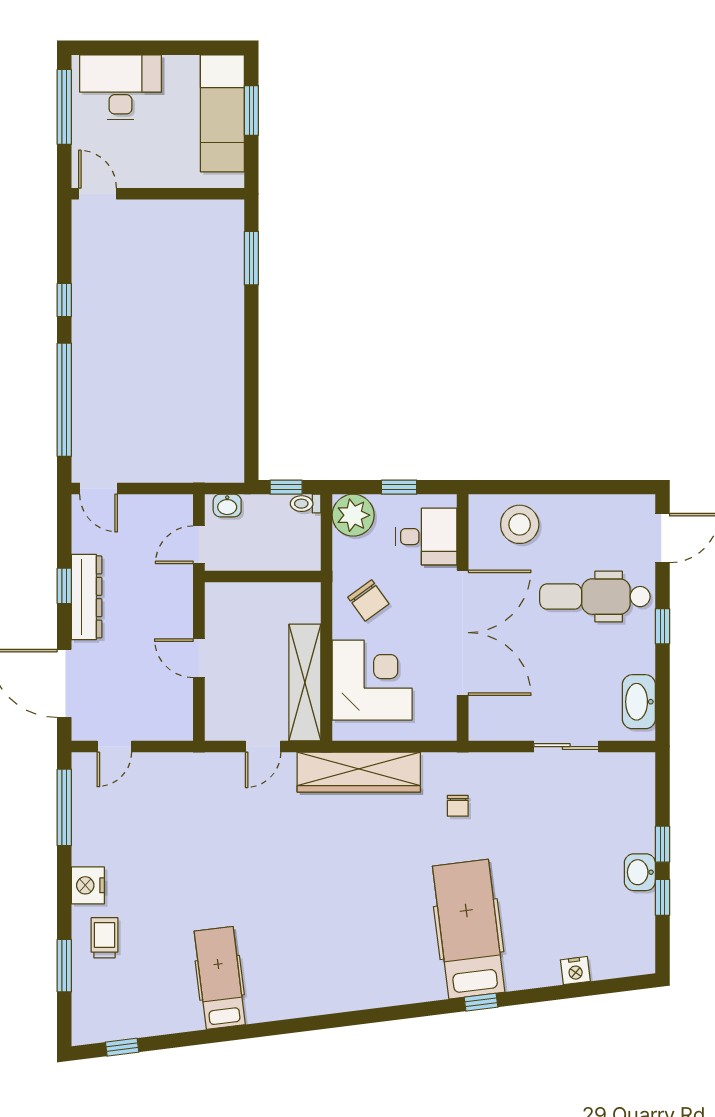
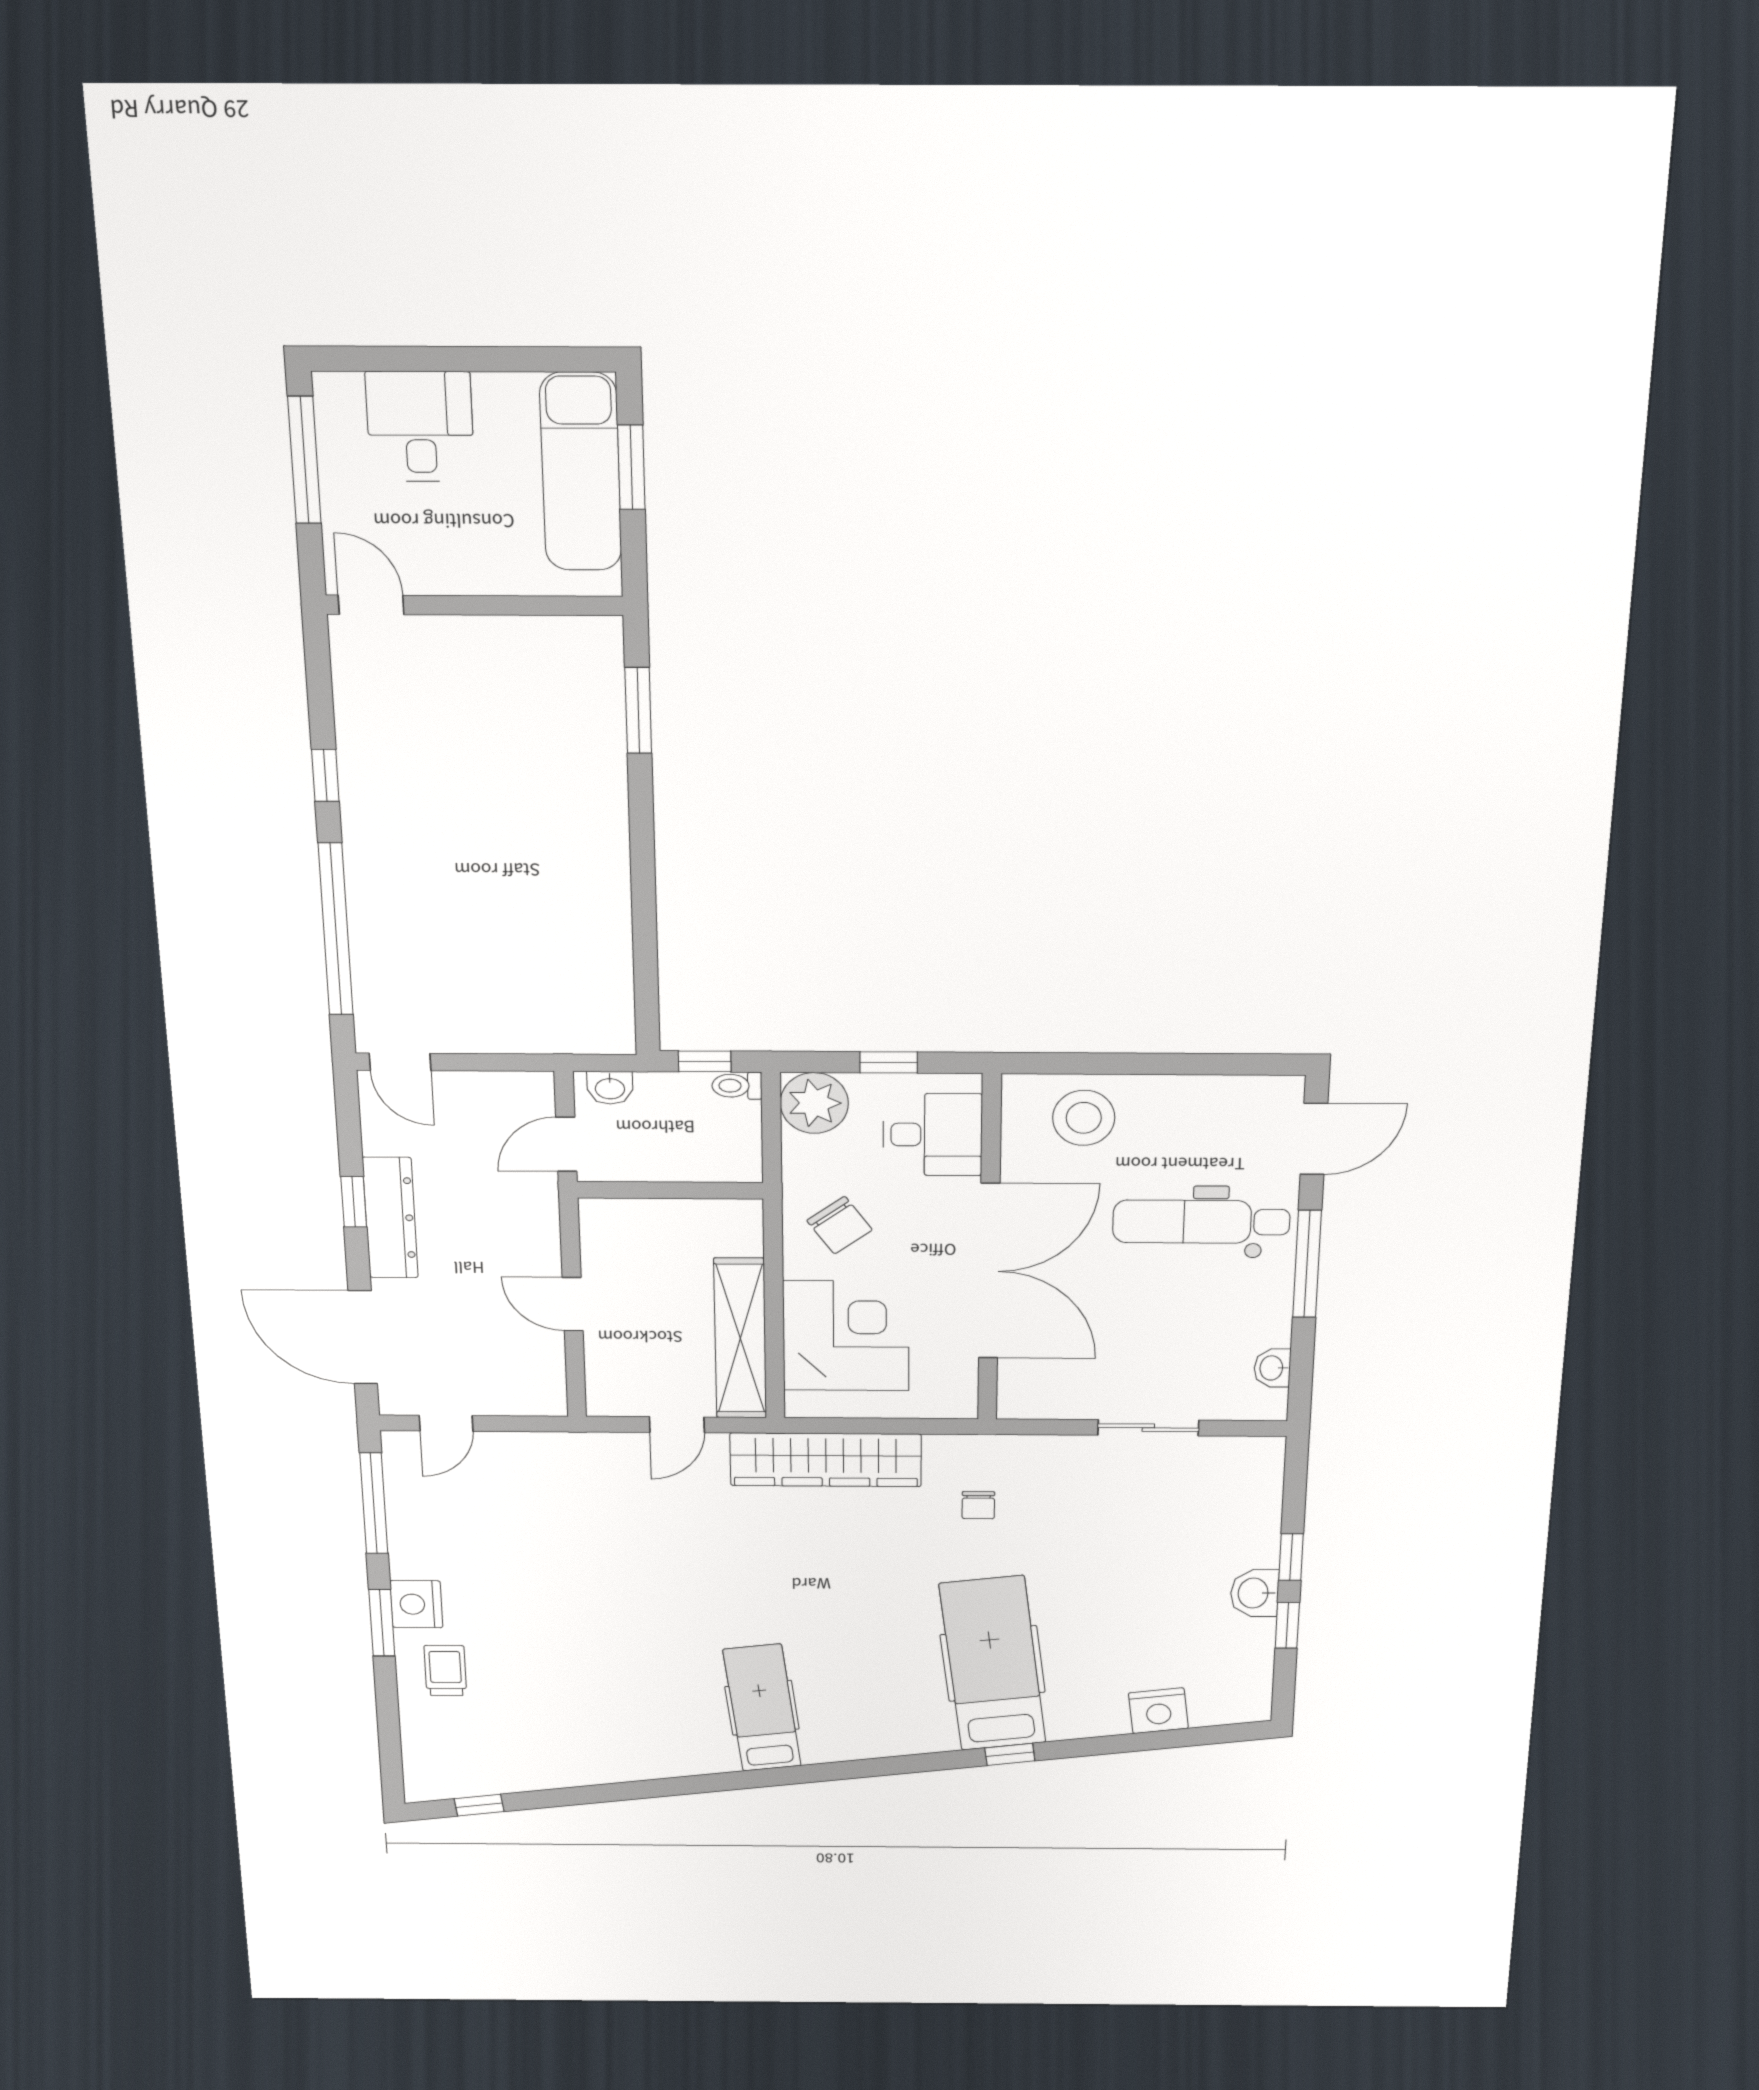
desk: (121, 87) -> (420, 427), width x0.73
window: (662, 626) -> (1307, 1264), width x2.17
washbasin: (639, 702) -> (1272, 1368), width x0.52, depth x0.69
window: (64, 966) -> (382, 1623), moved
nightstand: (575, 971) -> (1158, 1711), width x1.36, depth x1.33
hospital bed: (220, 978) -> (762, 1708), moved

